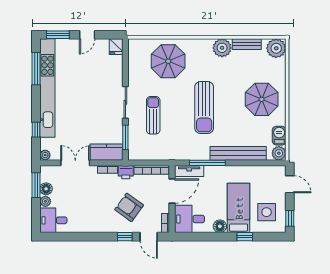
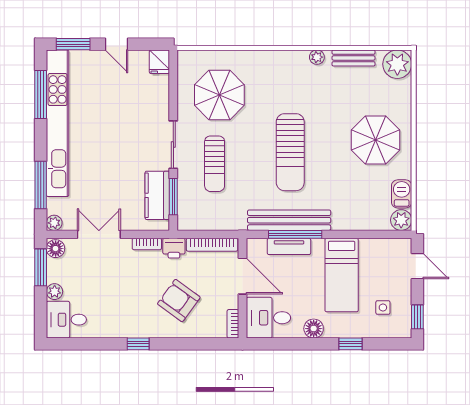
door: (87, 35) -> (117, 44), hinge flipped
plant: (222, 48) -> (317, 57), width x0.53, depth x0.53
parasol: (168, 61) -> (219, 95), moved
sun lounger: (153, 115) -> (215, 164), turned 180
window: (36, 130) -> (41, 185), width x2.17
kitchen counter: (106, 152) -> (157, 195), moved, turned -90
bench: (238, 153) -> (289, 220), moved
tv unit: (189, 171) -> (289, 246), moved
floor lamp: (46, 189) -> (56, 249), moved
door: (172, 191) -> (243, 276), hinge flipped
bed: (239, 208) -> (342, 275), moved, turned 180
side table: (267, 212) -> (383, 308), width x0.54, depth x0.54
window: (125, 237) -> (138, 344), moved
door: (149, 237) -> (208, 344), removed

